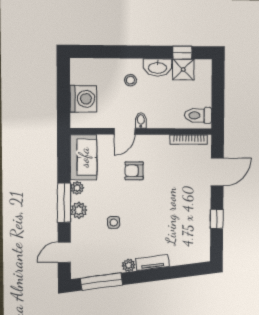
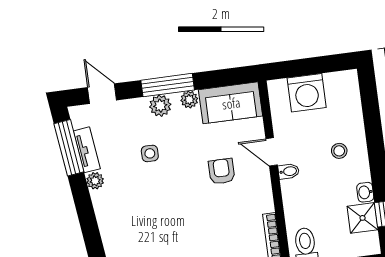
washbasin: (158, 67) -> (365, 192), width x0.52, depth x0.69
tv unit: (152, 263) -> (87, 150), moved

